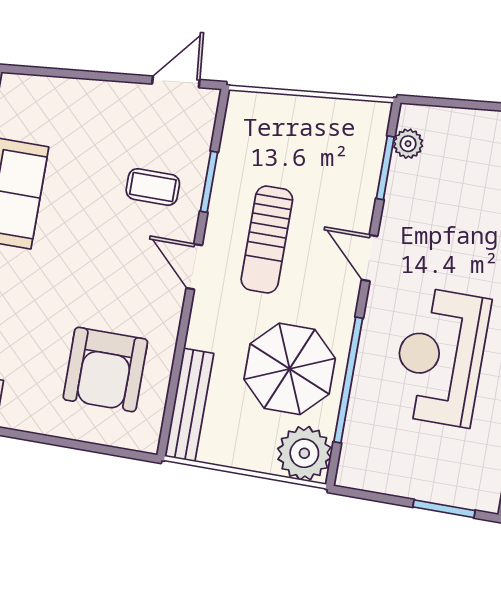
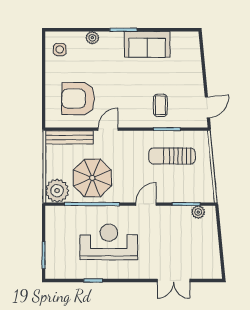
door: (176, 82) -> (207, 107), hinge flipped
sun lounger: (267, 239) -> (172, 156), moved
door: (194, 267) -> (108, 129), moved

